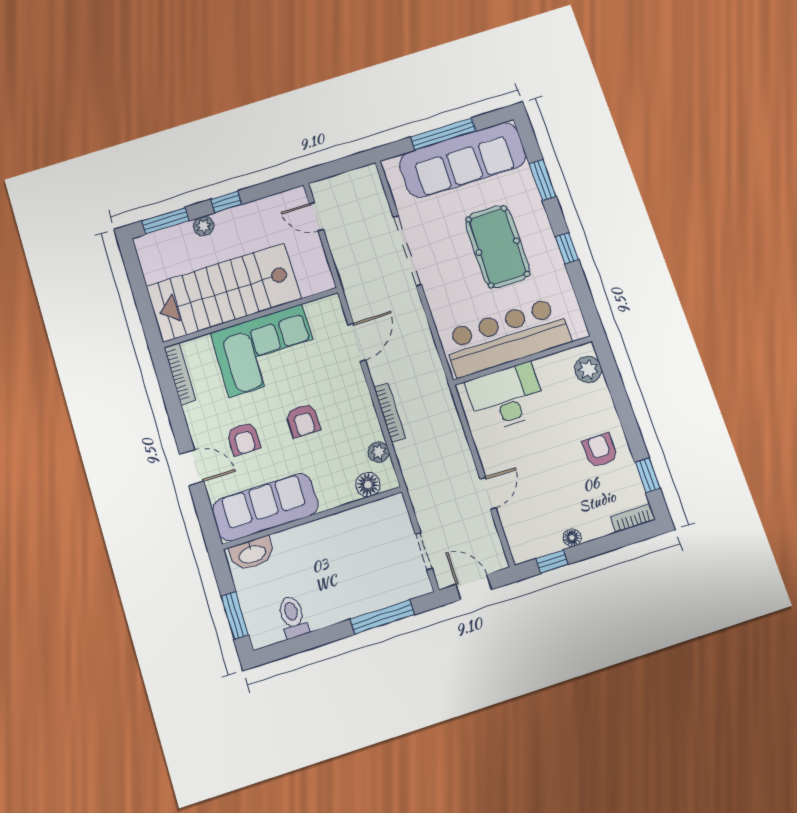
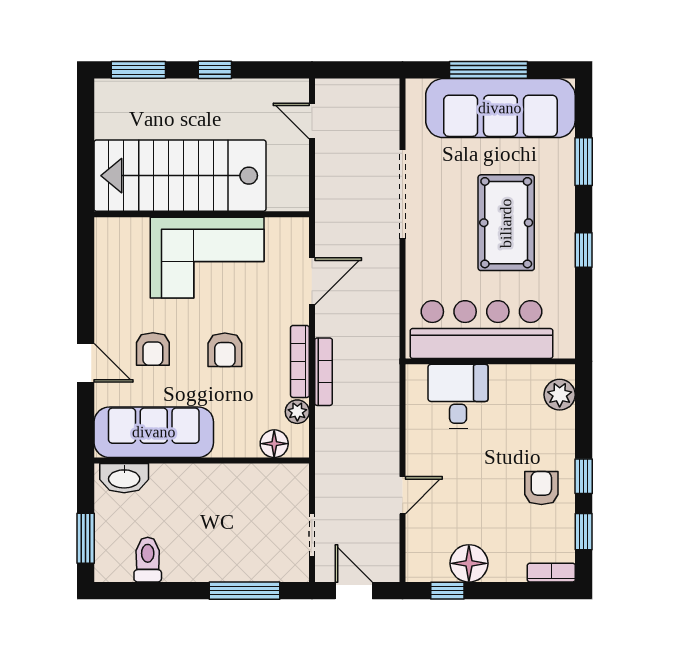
plant: (204, 226) -> (180, 90), removed
bookcase: (180, 374) -> (300, 361), moved, turned 180
desk: (506, 397) -> (458, 396), width x0.73
window: (631, 430) -> (584, 476), added
floor lamp: (572, 538) -> (469, 563), width x1.89, depth x1.89

